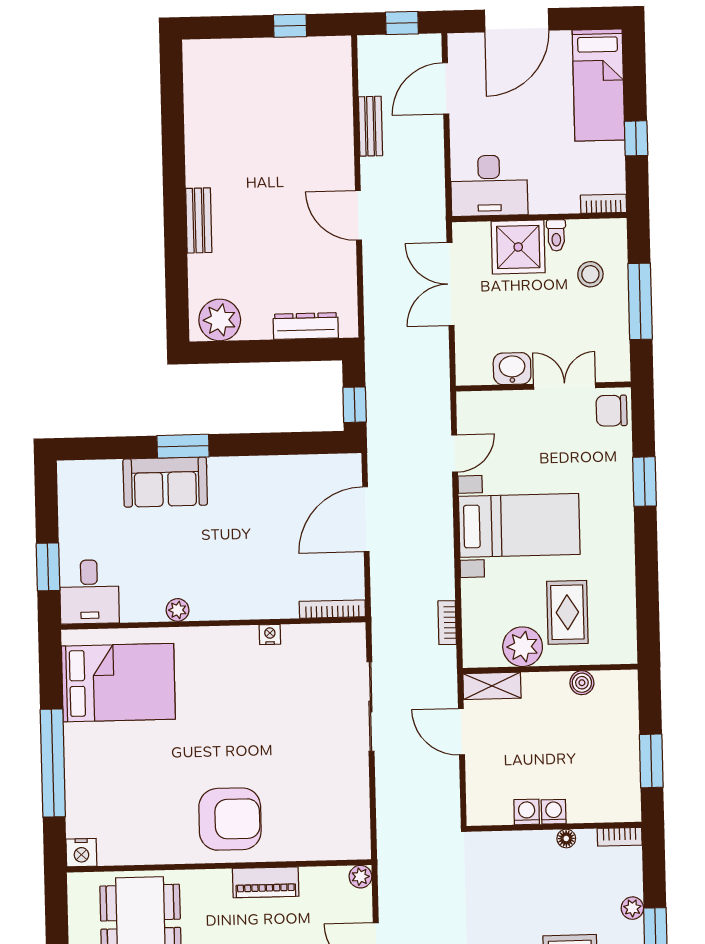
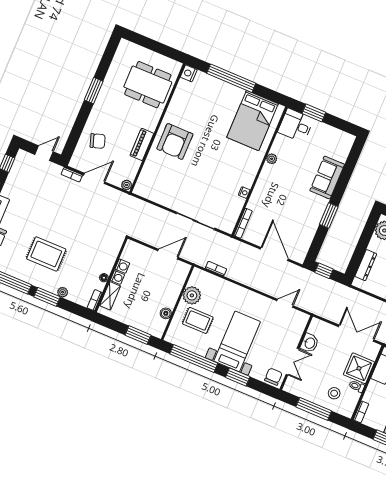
window: (183, 446) -> (329, 216), moved
door: (455, 454) -> (285, 303), swing flipped
bed with nightstands: (519, 525) -> (237, 341), moved, turned 180
window: (647, 586) -> (194, 358), added
shelving: (492, 686) -> (110, 296), moved
window: (651, 761) -> (138, 335), moved

